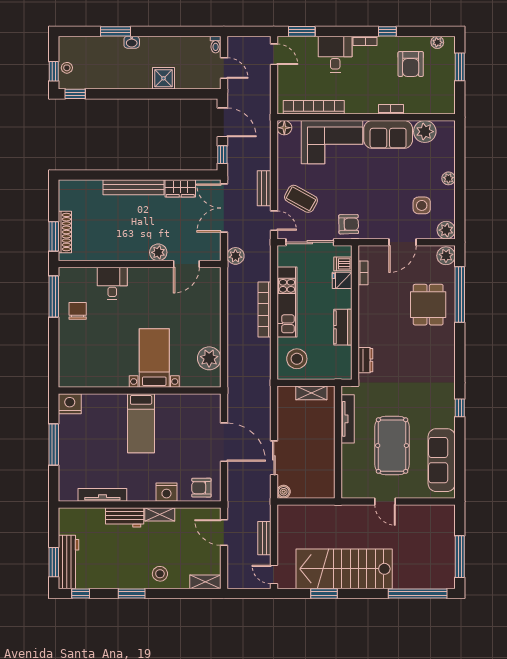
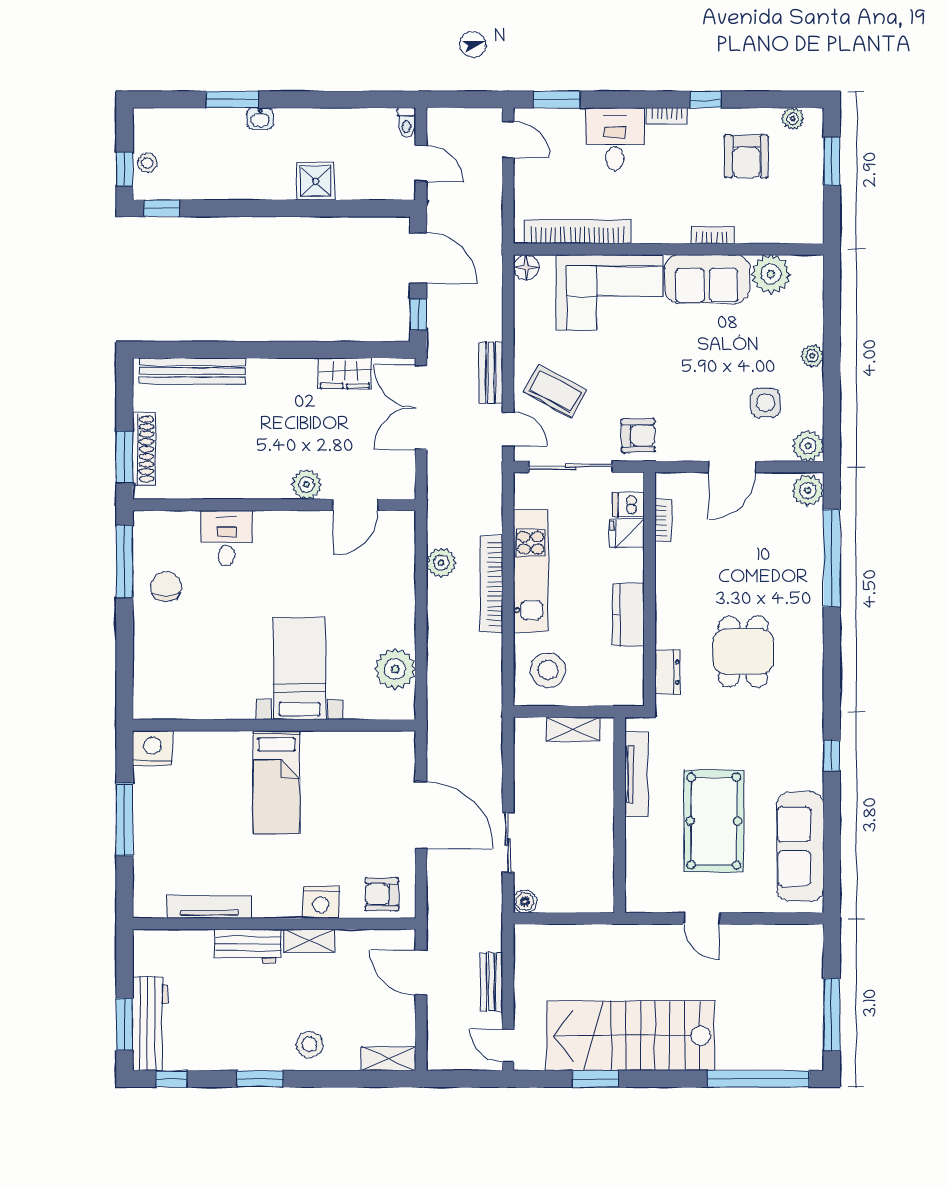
bench: (133, 187) -> (192, 371), moved
plant: (235, 256) -> (441, 563), moved
dining table: (428, 305) -> (743, 652), moved

